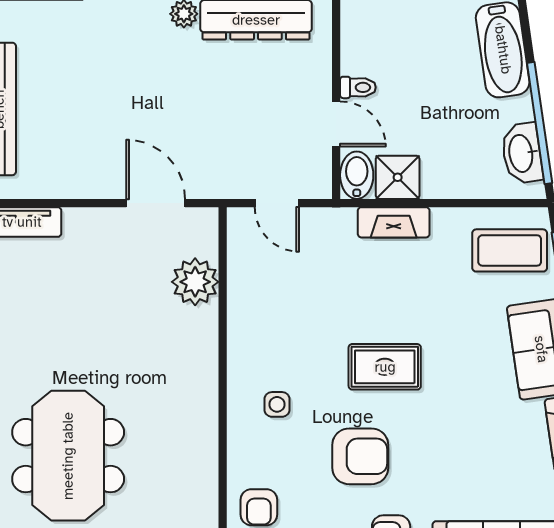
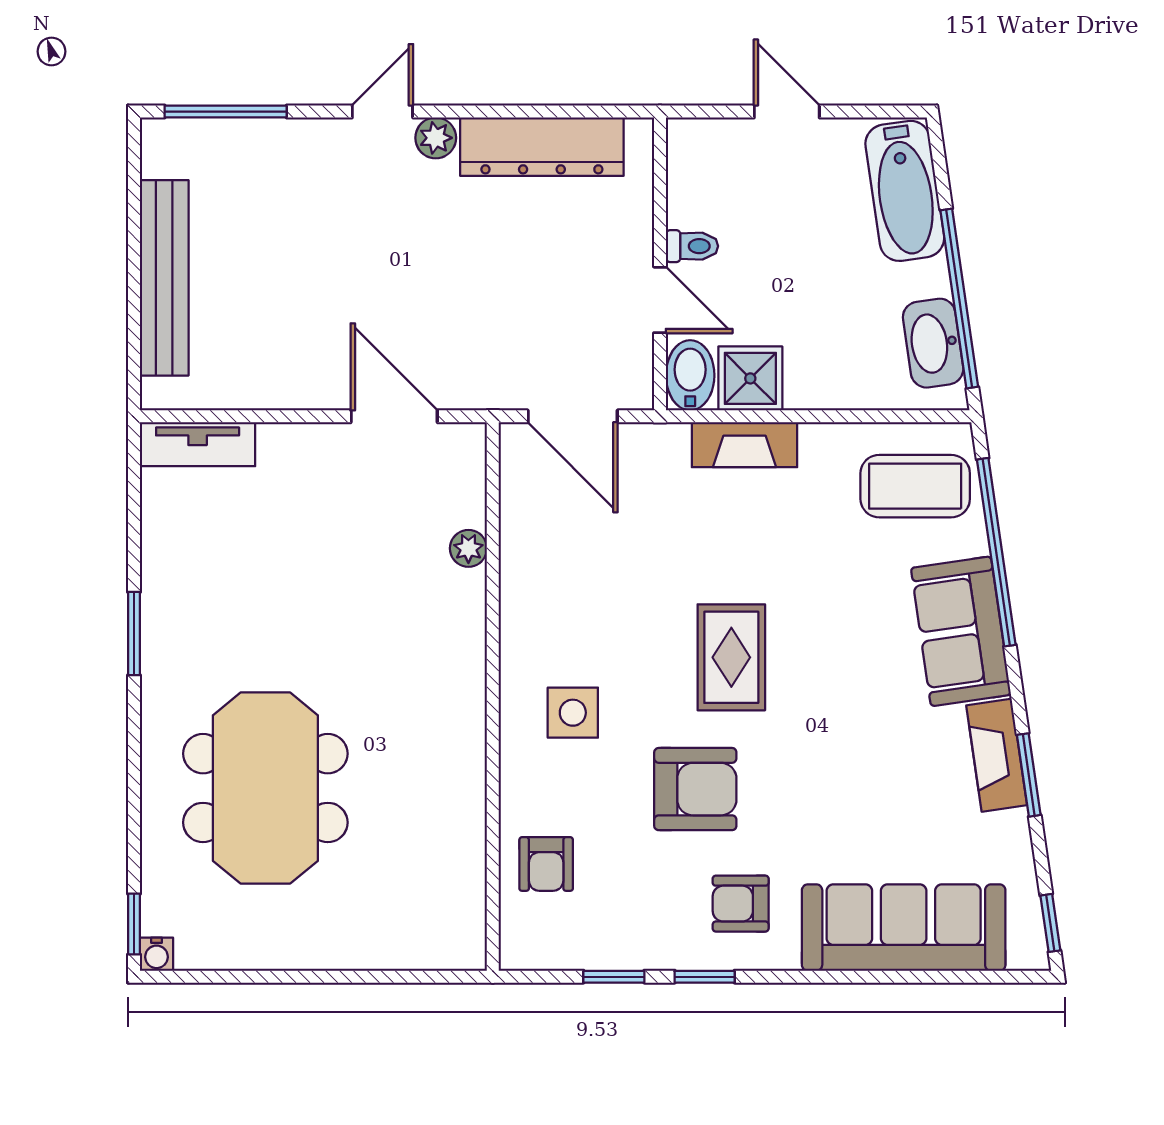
door: (277, 203) -> (573, 416), width x1.38
plant: (195, 282) -> (468, 548), width x0.53, depth x0.53
rug: (385, 367) -> (731, 657), turned 90
side table: (277, 404) -> (573, 713), width x1.37, depth x1.37

